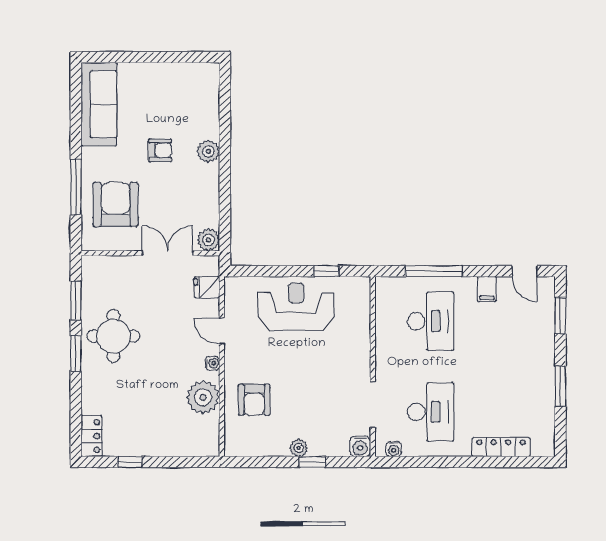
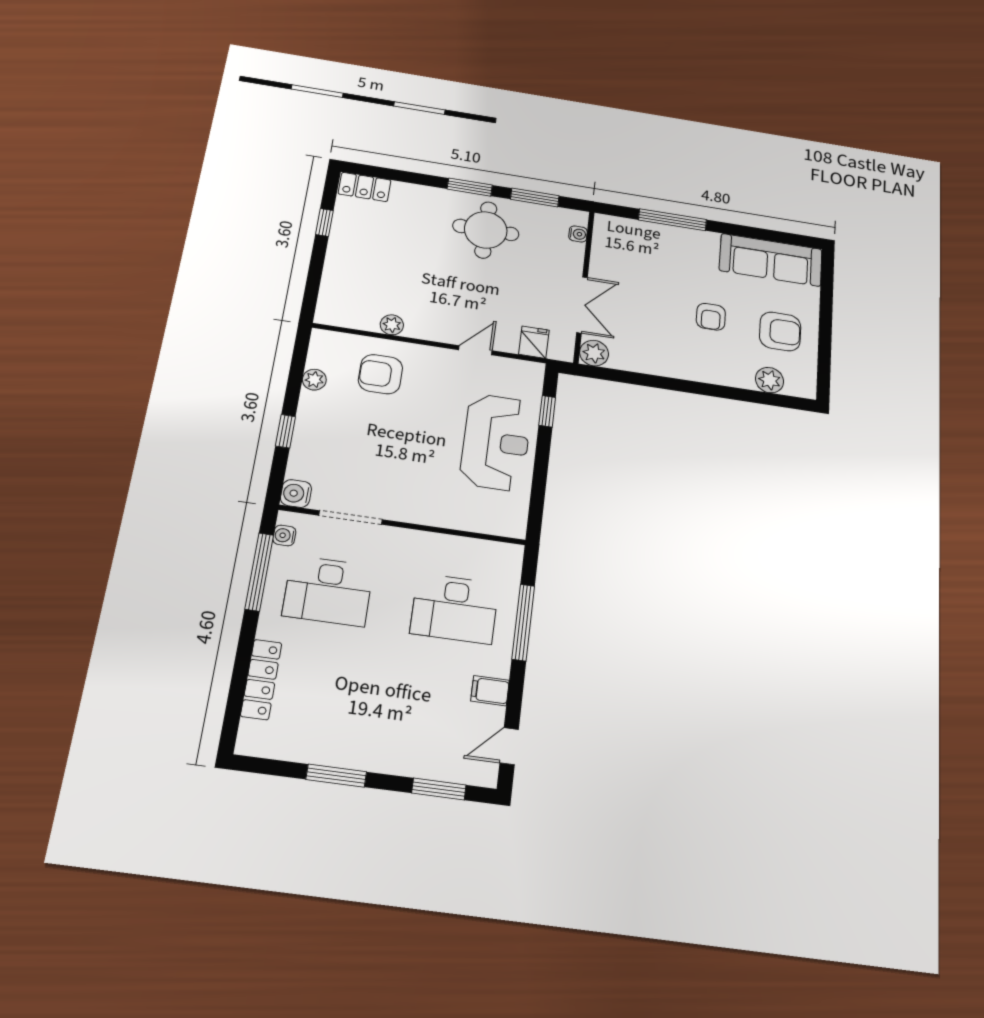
plant: (208, 151) -> (770, 380), moved
armchair: (116, 204) -> (780, 331), moved, width x0.73, depth x0.73
window: (326, 271) -> (547, 411), moved
water cooler: (212, 363) -> (578, 234), moved, turned -90
plant: (203, 397) -> (392, 325), width x0.53, depth x0.53
plant: (299, 448) -> (314, 380), moved
window: (424, 462) -> (259, 572), added

